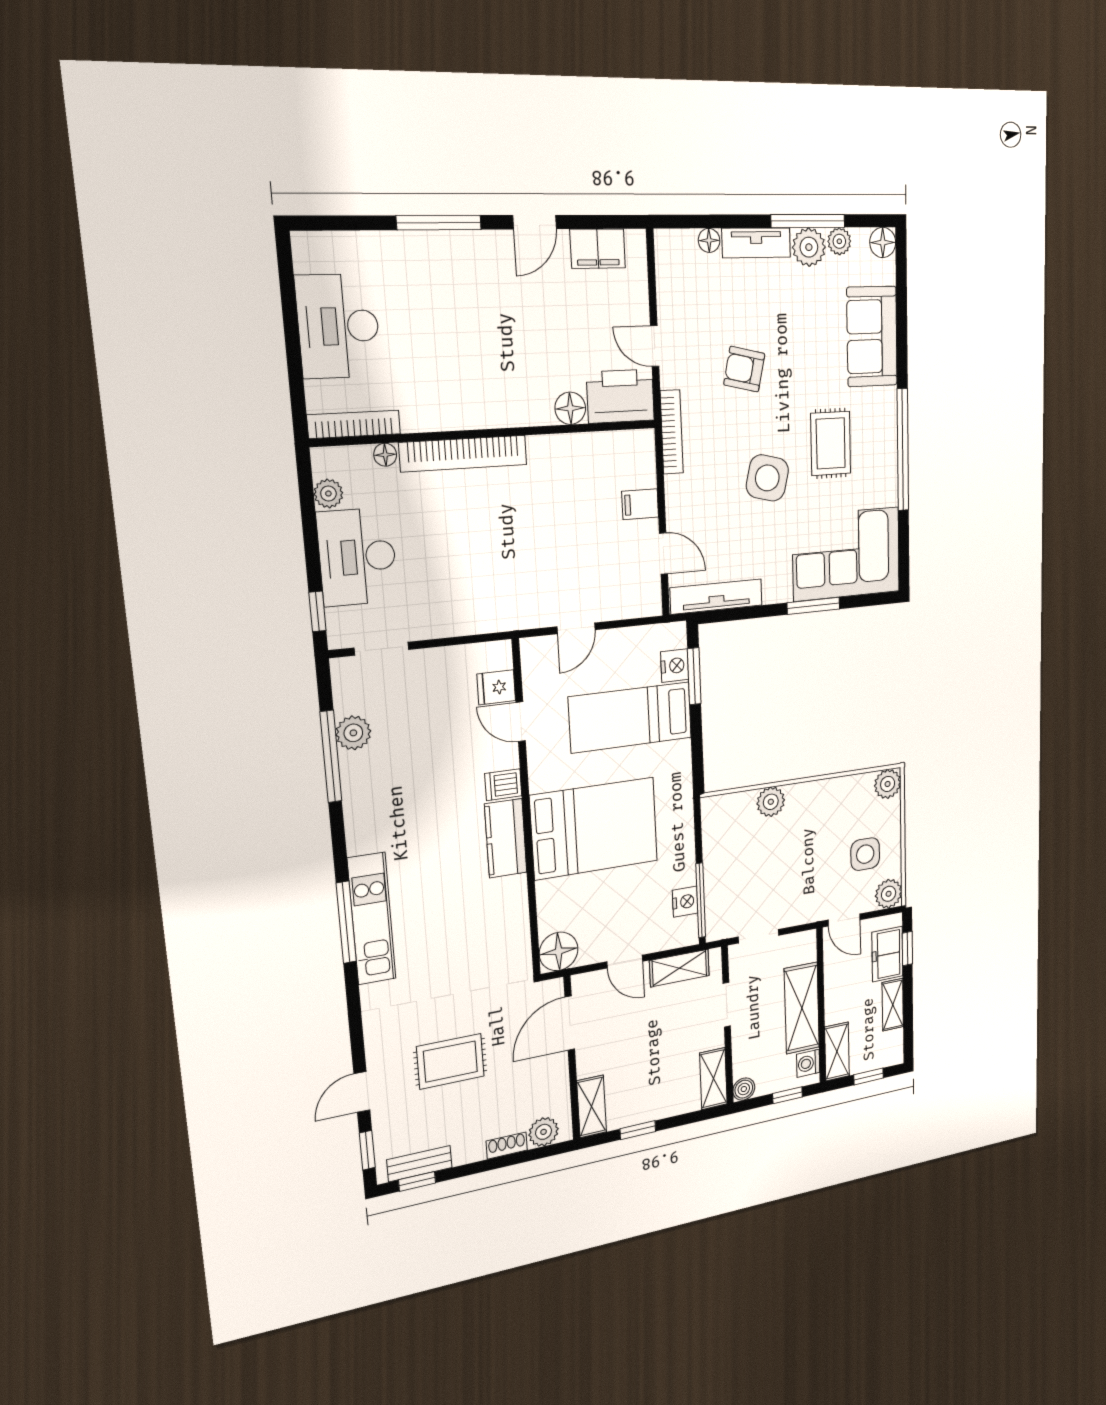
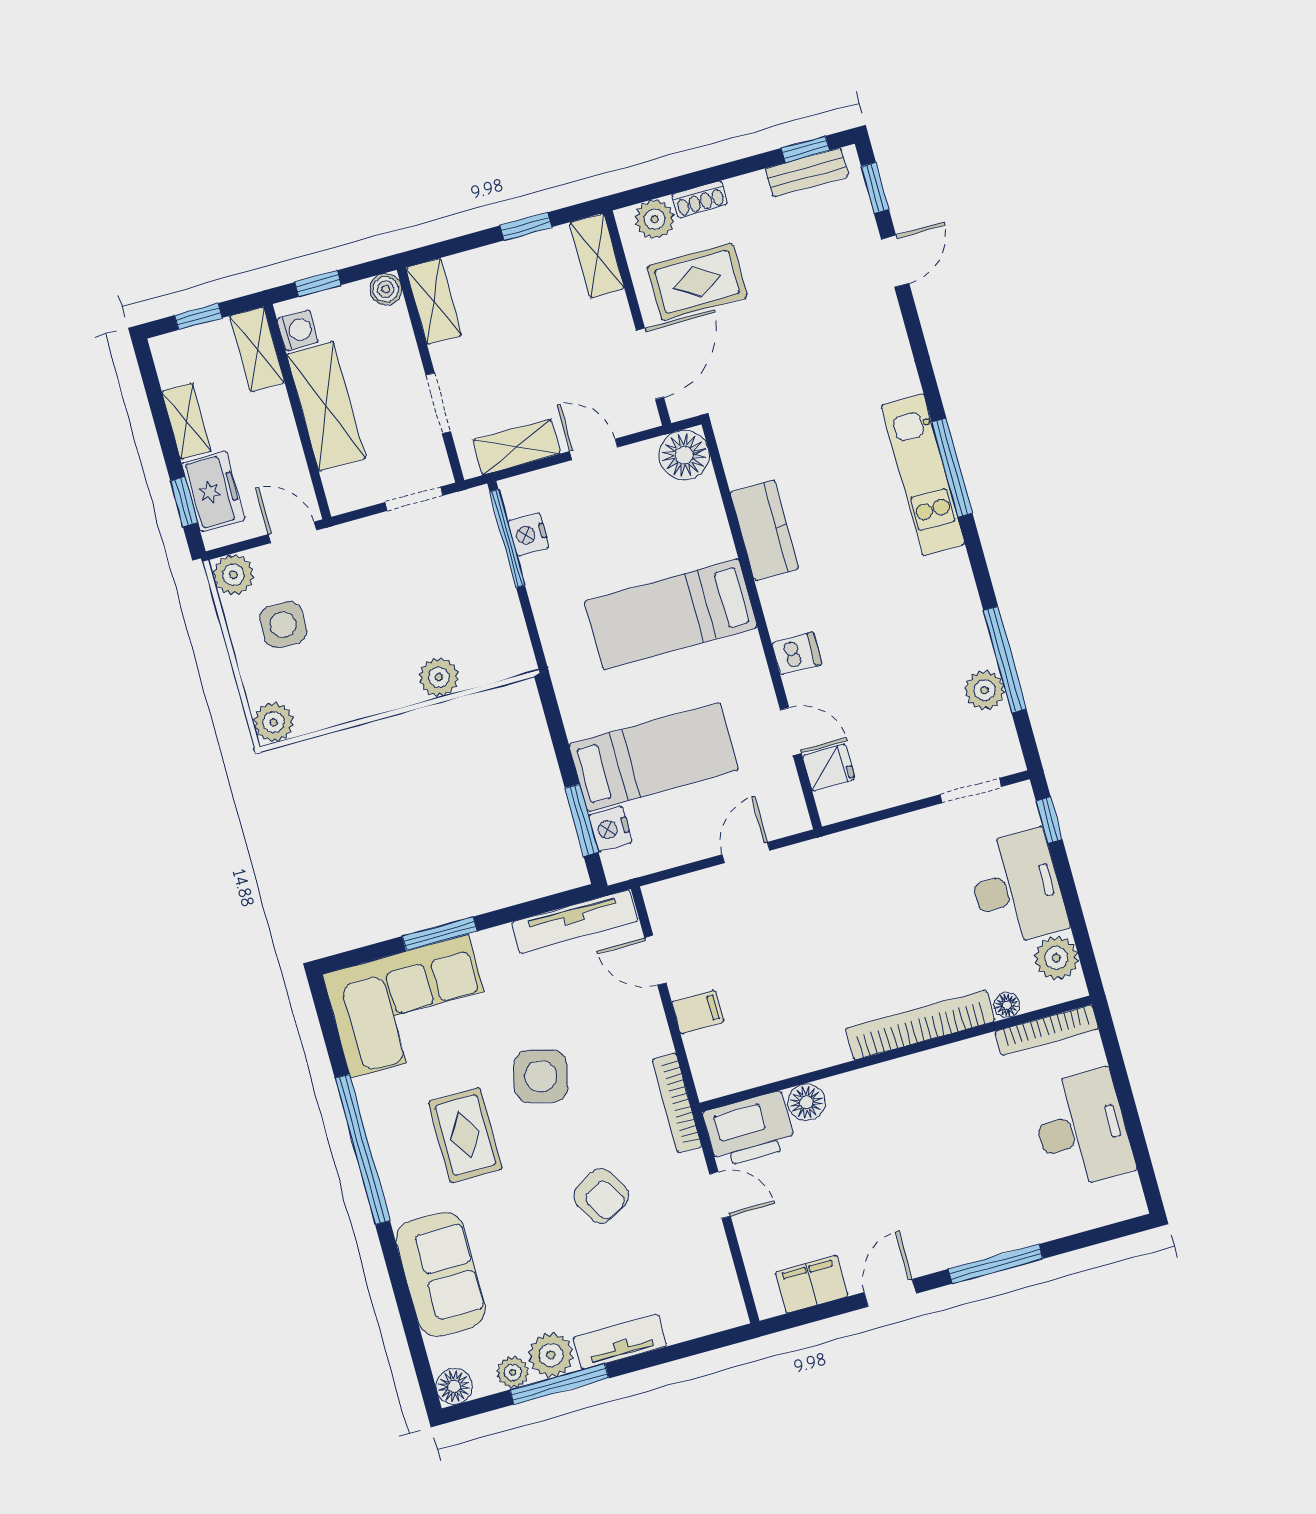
floor lamp: (709, 240) -> (680, 1329), removed
armchair: (744, 369) -> (601, 1196), turned 47
plant: (328, 494) -> (1056, 958), width x1.38, depth x1.38
bed: (594, 828) -> (671, 614), width x0.67
kitchen counter: (506, 838) -> (764, 530), moved
rug: (450, 1061) -> (697, 282), moved

